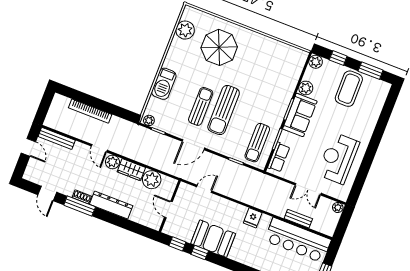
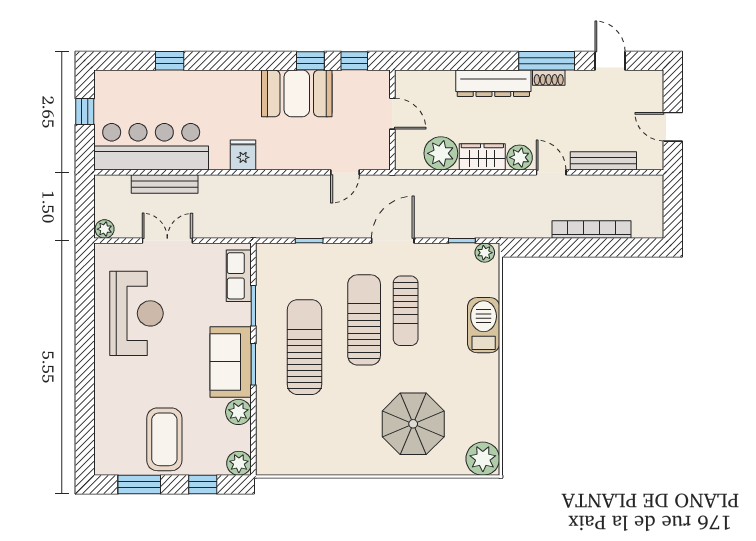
plant: (185, 30) -> (483, 459), moved
bench: (57, 138) -> (603, 161), moved
sun lounger: (257, 143) -> (305, 347), moved, width x1.36, depth x1.34
bench: (298, 219) -> (165, 184), width x1.36

